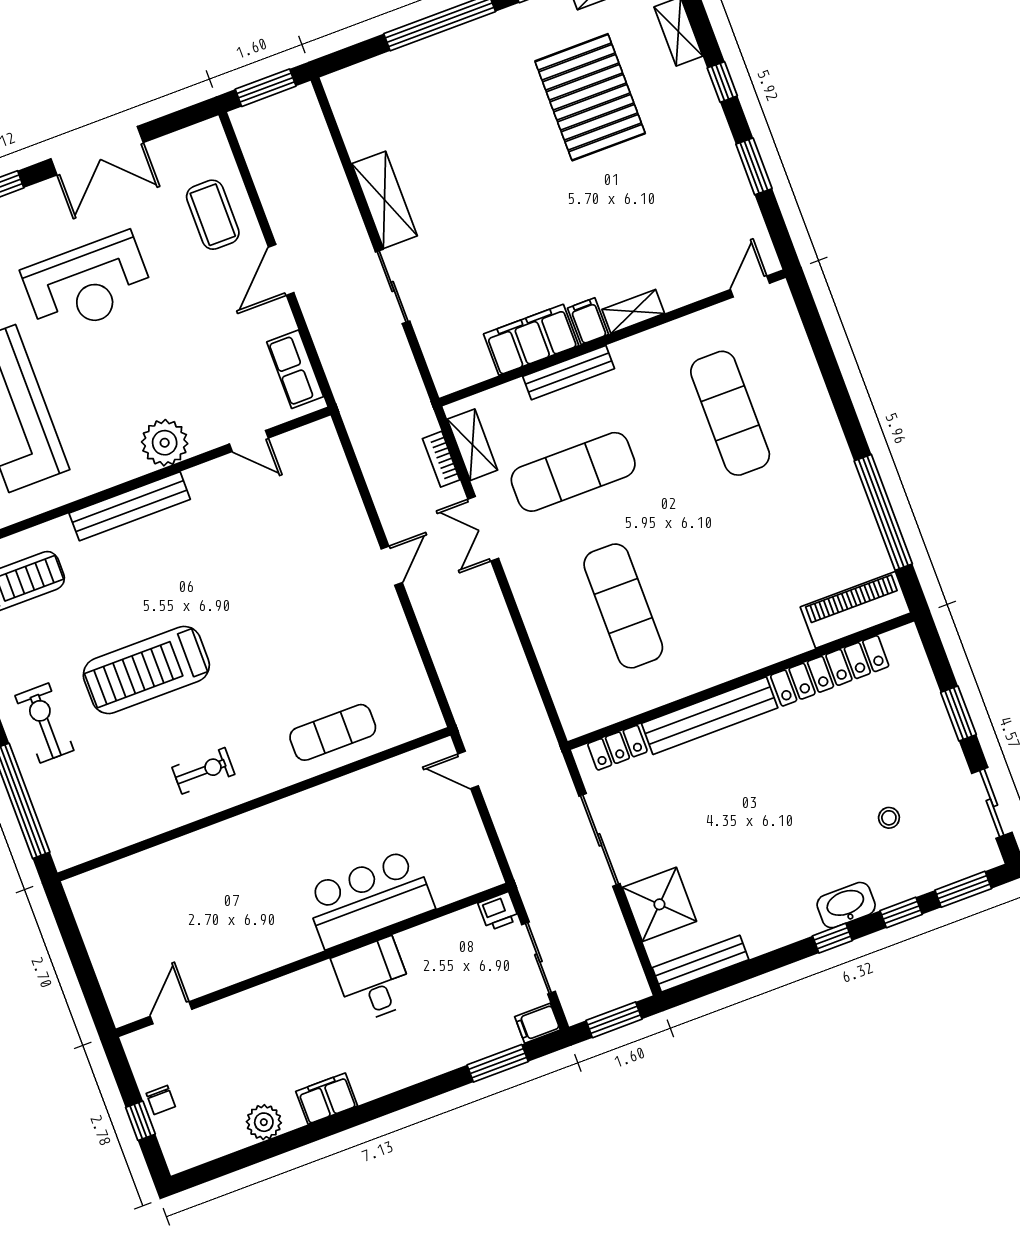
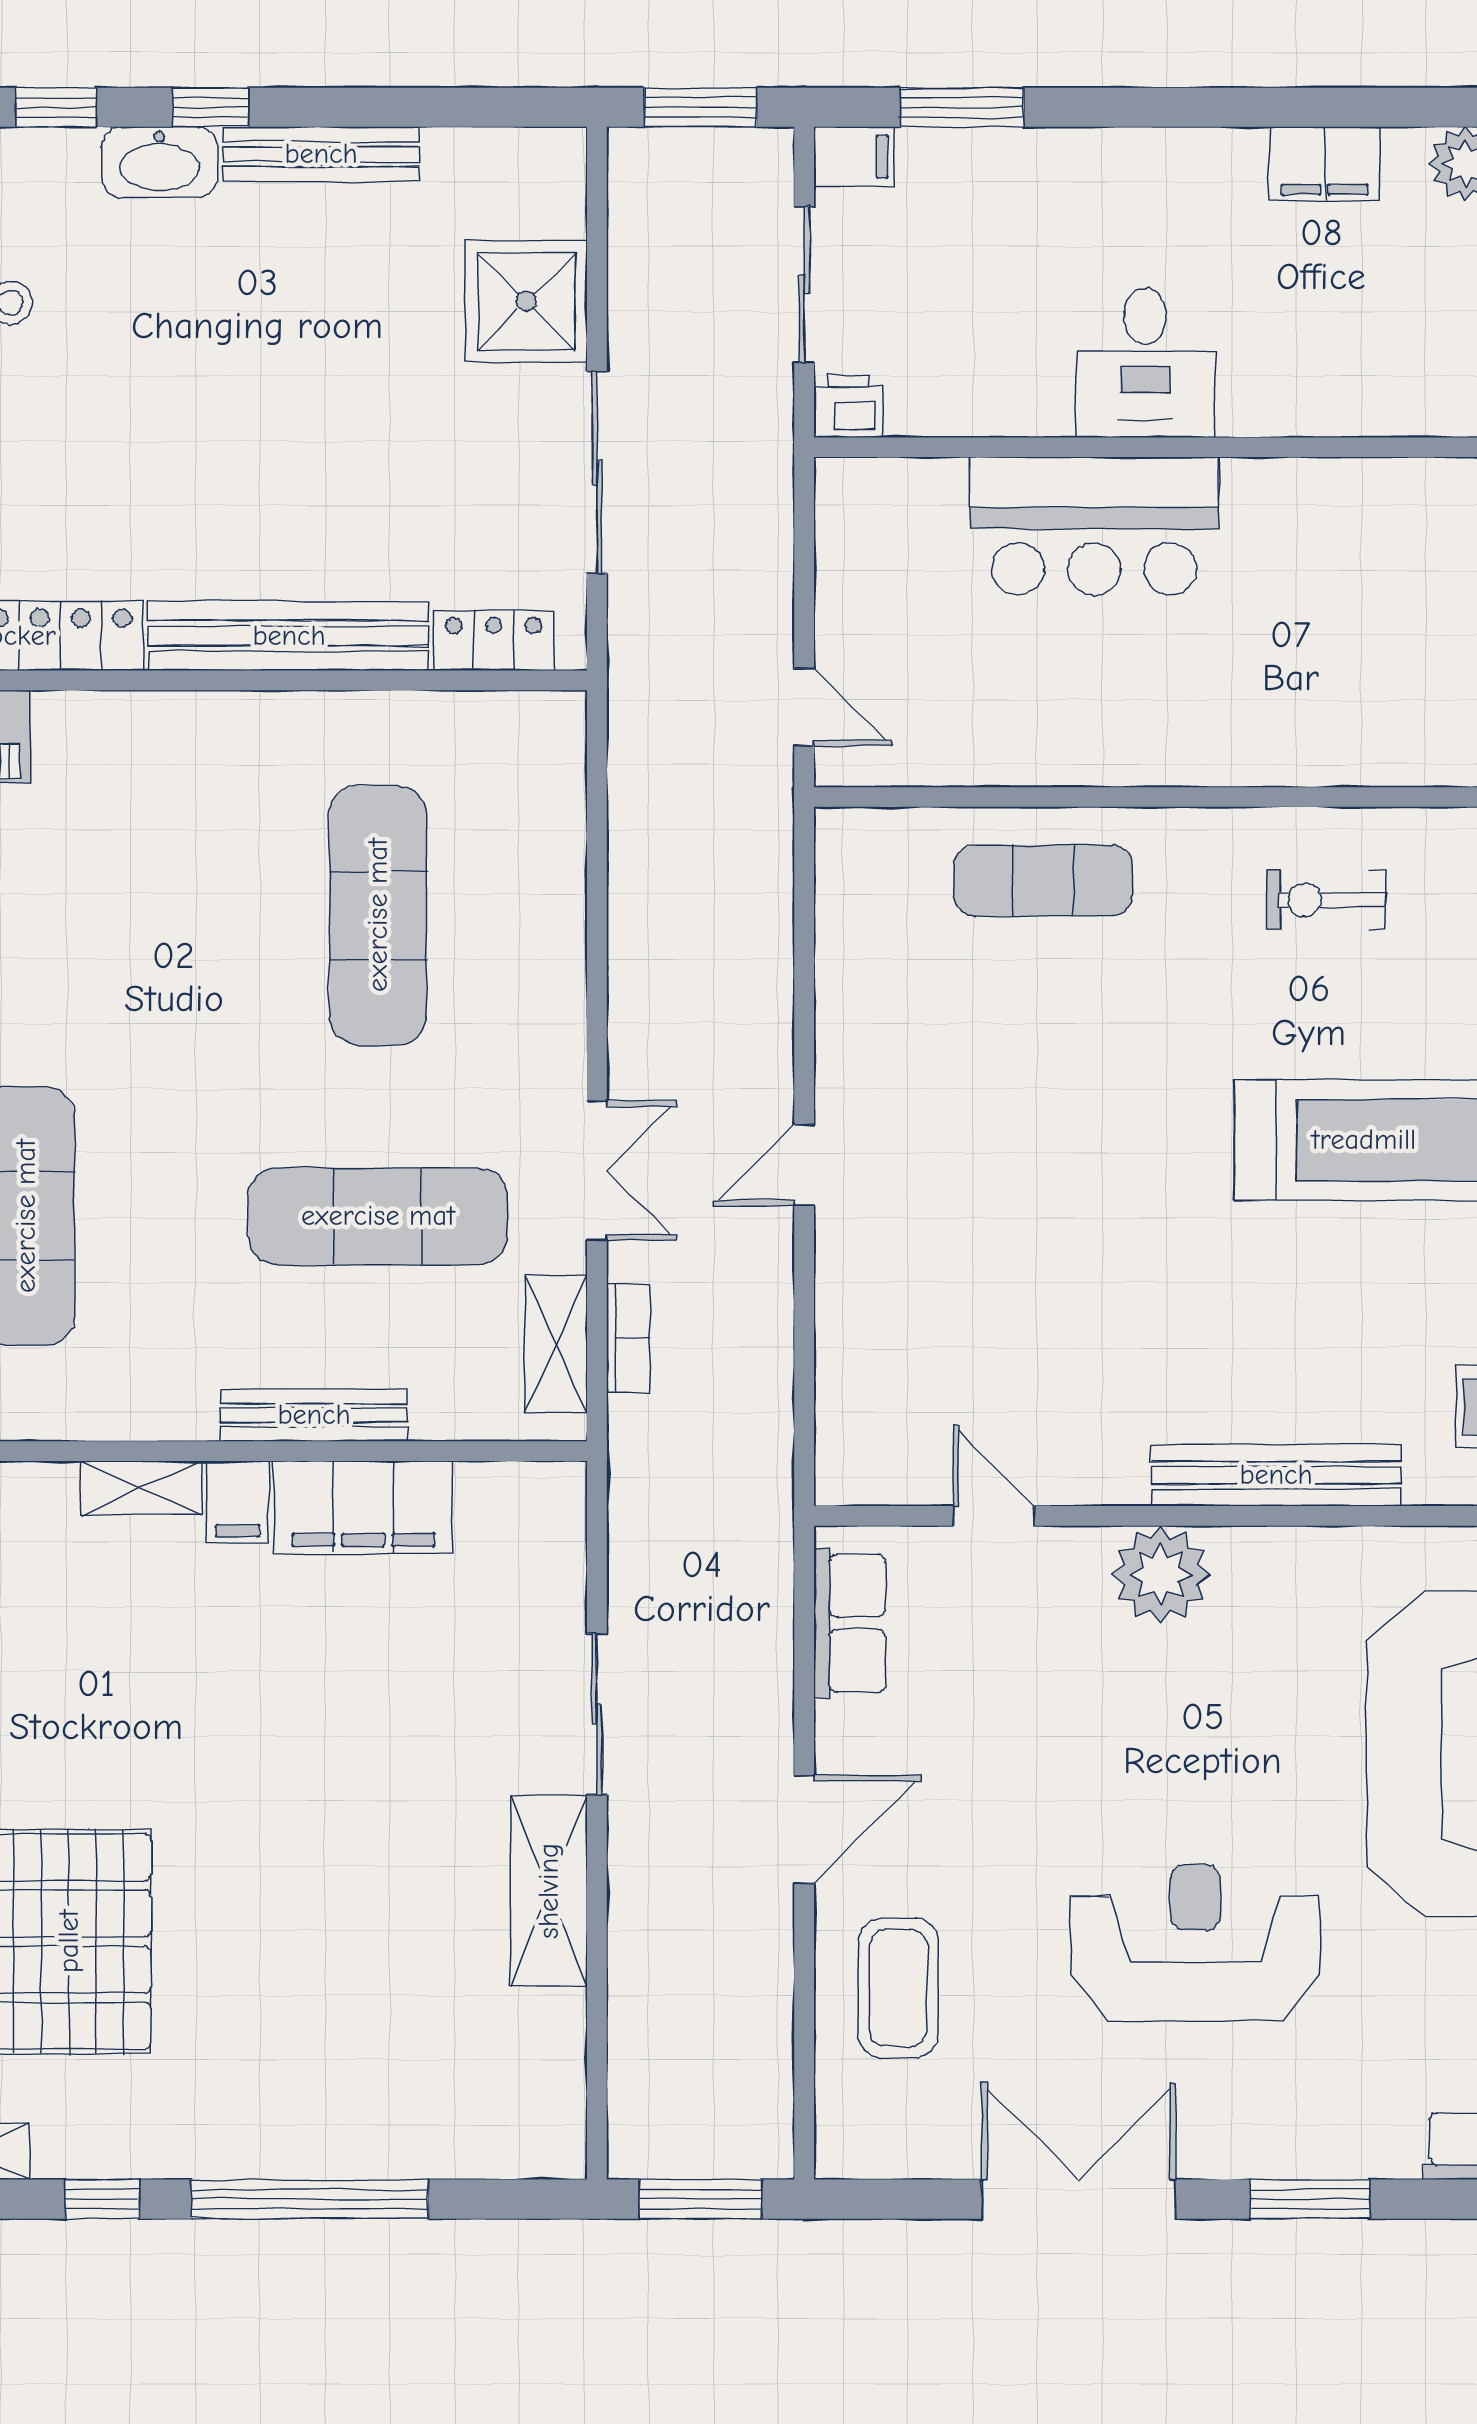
bench: (701, 964) -> (321, 154), moved

